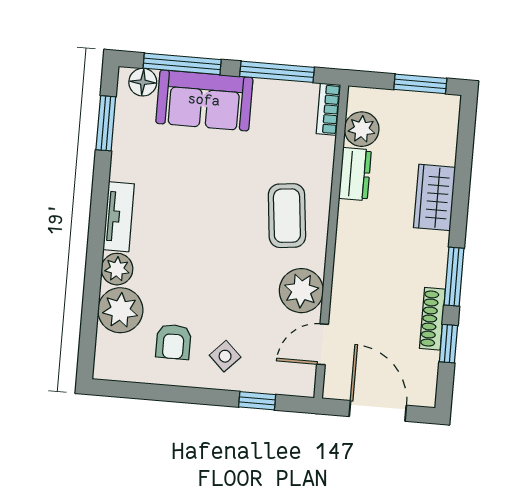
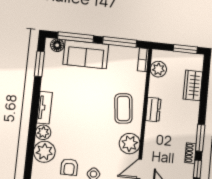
dresser: (355, 174) -> (153, 110), moved
wardrobe: (435, 197) -> (193, 85), moved
shoe rack: (432, 319) -> (191, 153), width x0.70

